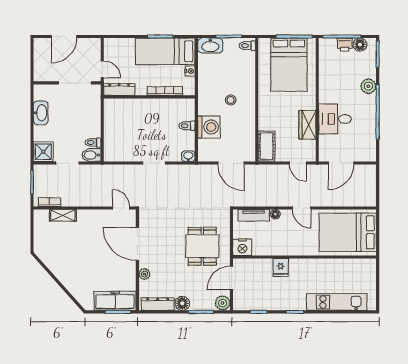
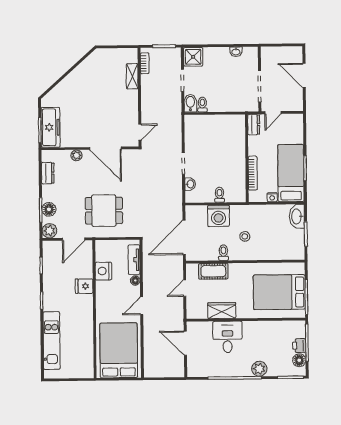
toilet: (247, 46) -> (223, 253), moved
dresser: (119, 89) -> (254, 125), width x0.70
washbasin: (41, 113) -> (236, 52), width x0.52, depth x0.69
cot: (266, 146) -> (213, 271), moved
washbasin: (188, 156) -> (190, 184), moved
door: (231, 163) -> (184, 237), width x1.36
door: (298, 163) -> (185, 288), moved
door: (137, 244) -> (105, 148), swing flipped
nightstand: (242, 247) -> (103, 271), moved
door: (231, 278) -> (74, 239), swing flipped
floor lamp: (182, 303) -> (49, 209), moved
dresser: (158, 304) -> (48, 173), width x0.70

